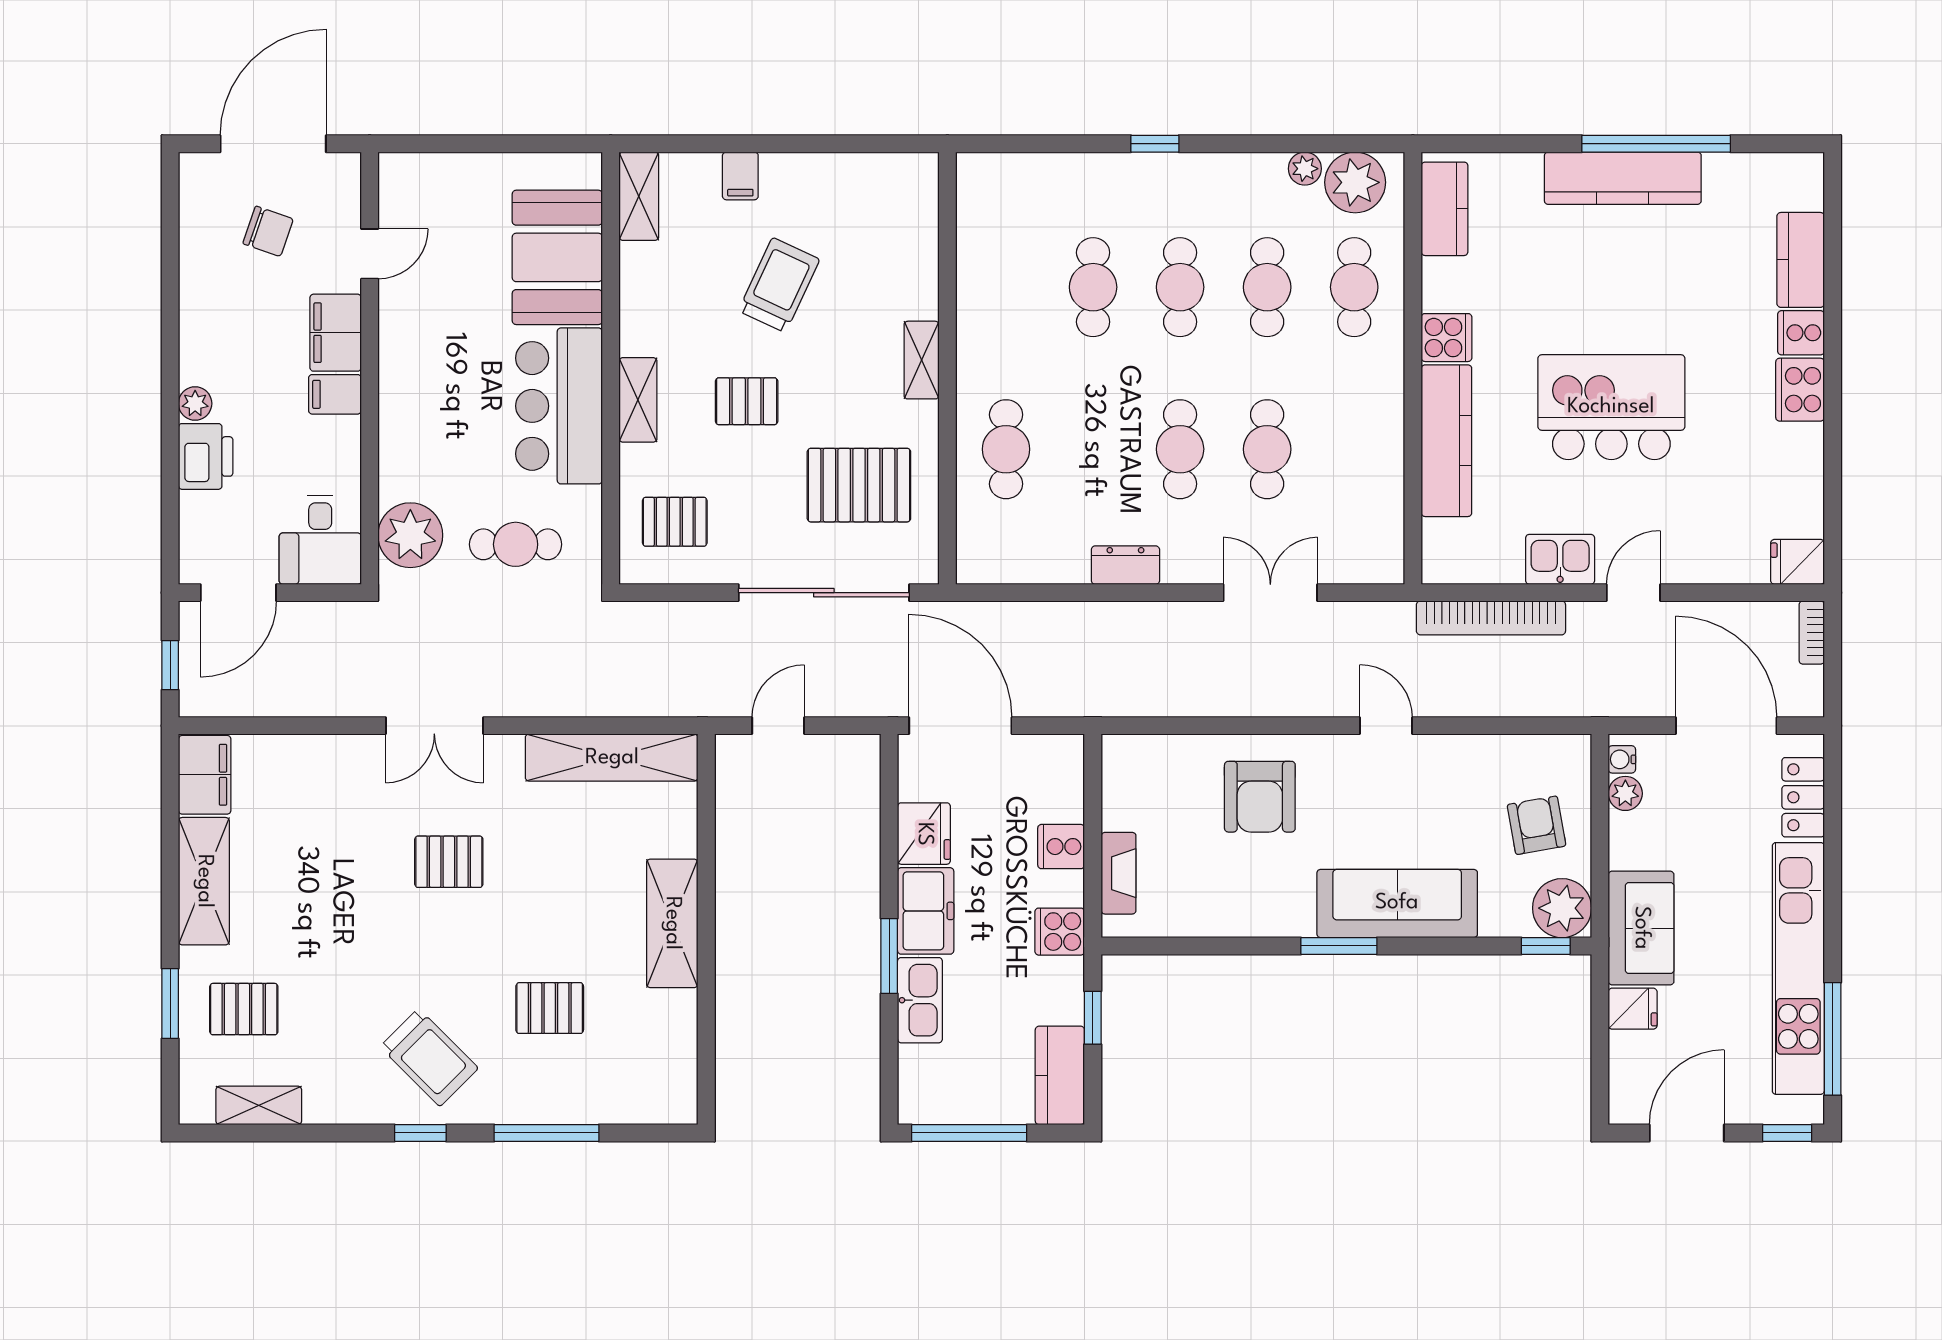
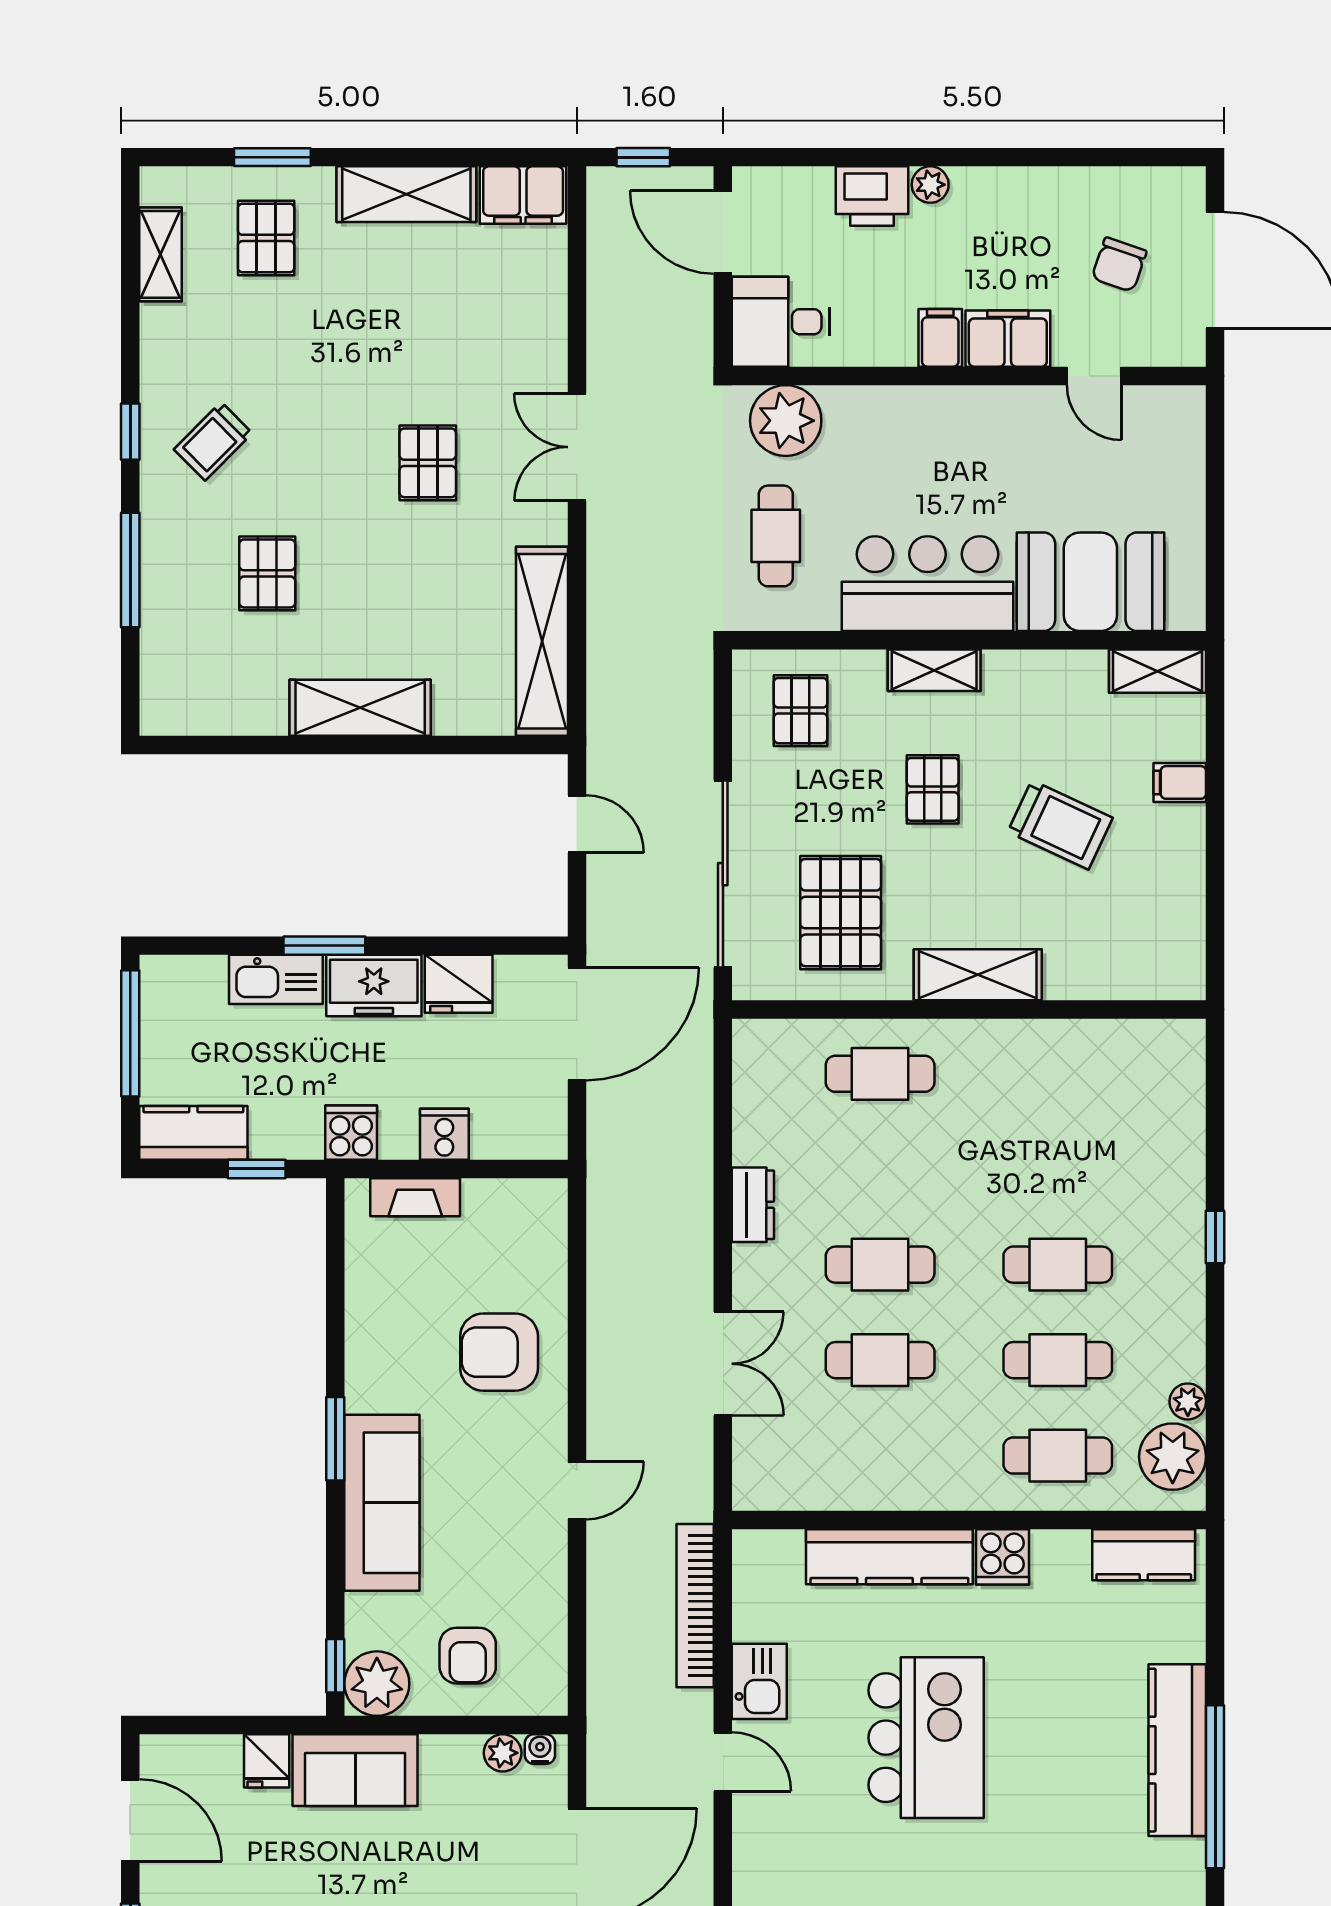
cafe table: (1093, 287) -> (1058, 1169), removed
shelving: (922, 360) -> (978, 975), width x1.50, depth x1.33
armchair: (1537, 825) -> (468, 1656), turned 100
trolley: (429, 1057) -> (213, 441), width x0.73, depth x0.72

